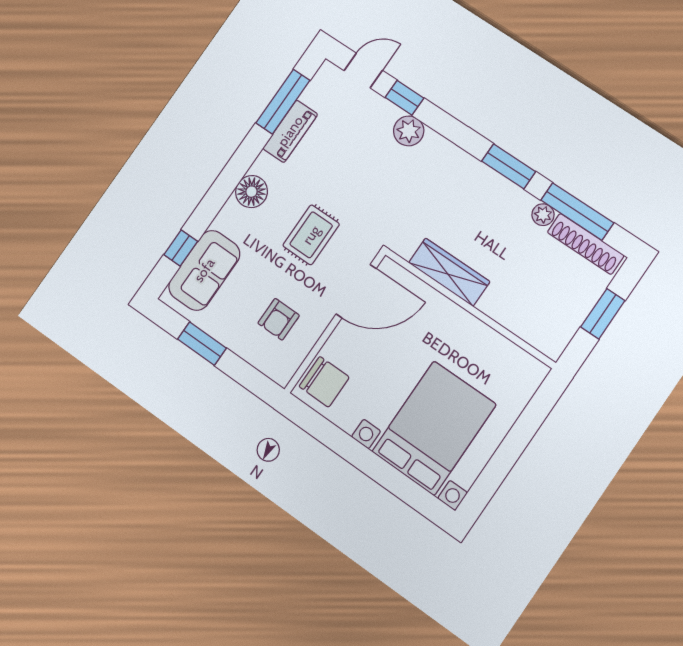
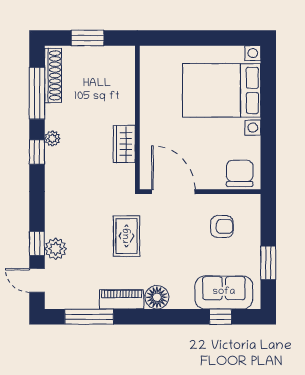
piano: (290, 131) -> (122, 299), moved
plant: (409, 131) -> (56, 249), moved
window: (509, 166) -> (37, 152), width x0.67
plant: (543, 215) -> (52, 139), moved
rug: (311, 235) -> (126, 236), moved, turned 90
wardrobe: (449, 272) -> (124, 144), width x0.67

